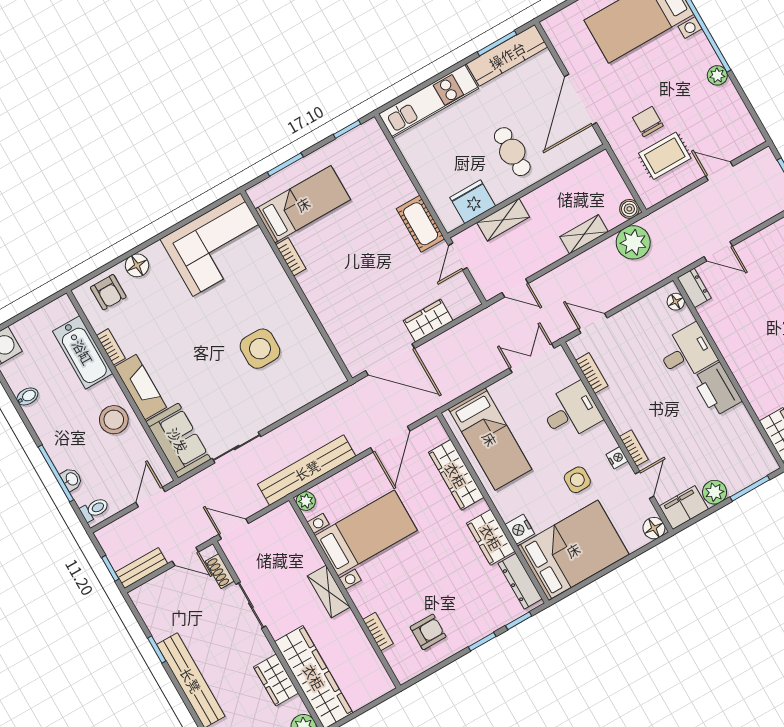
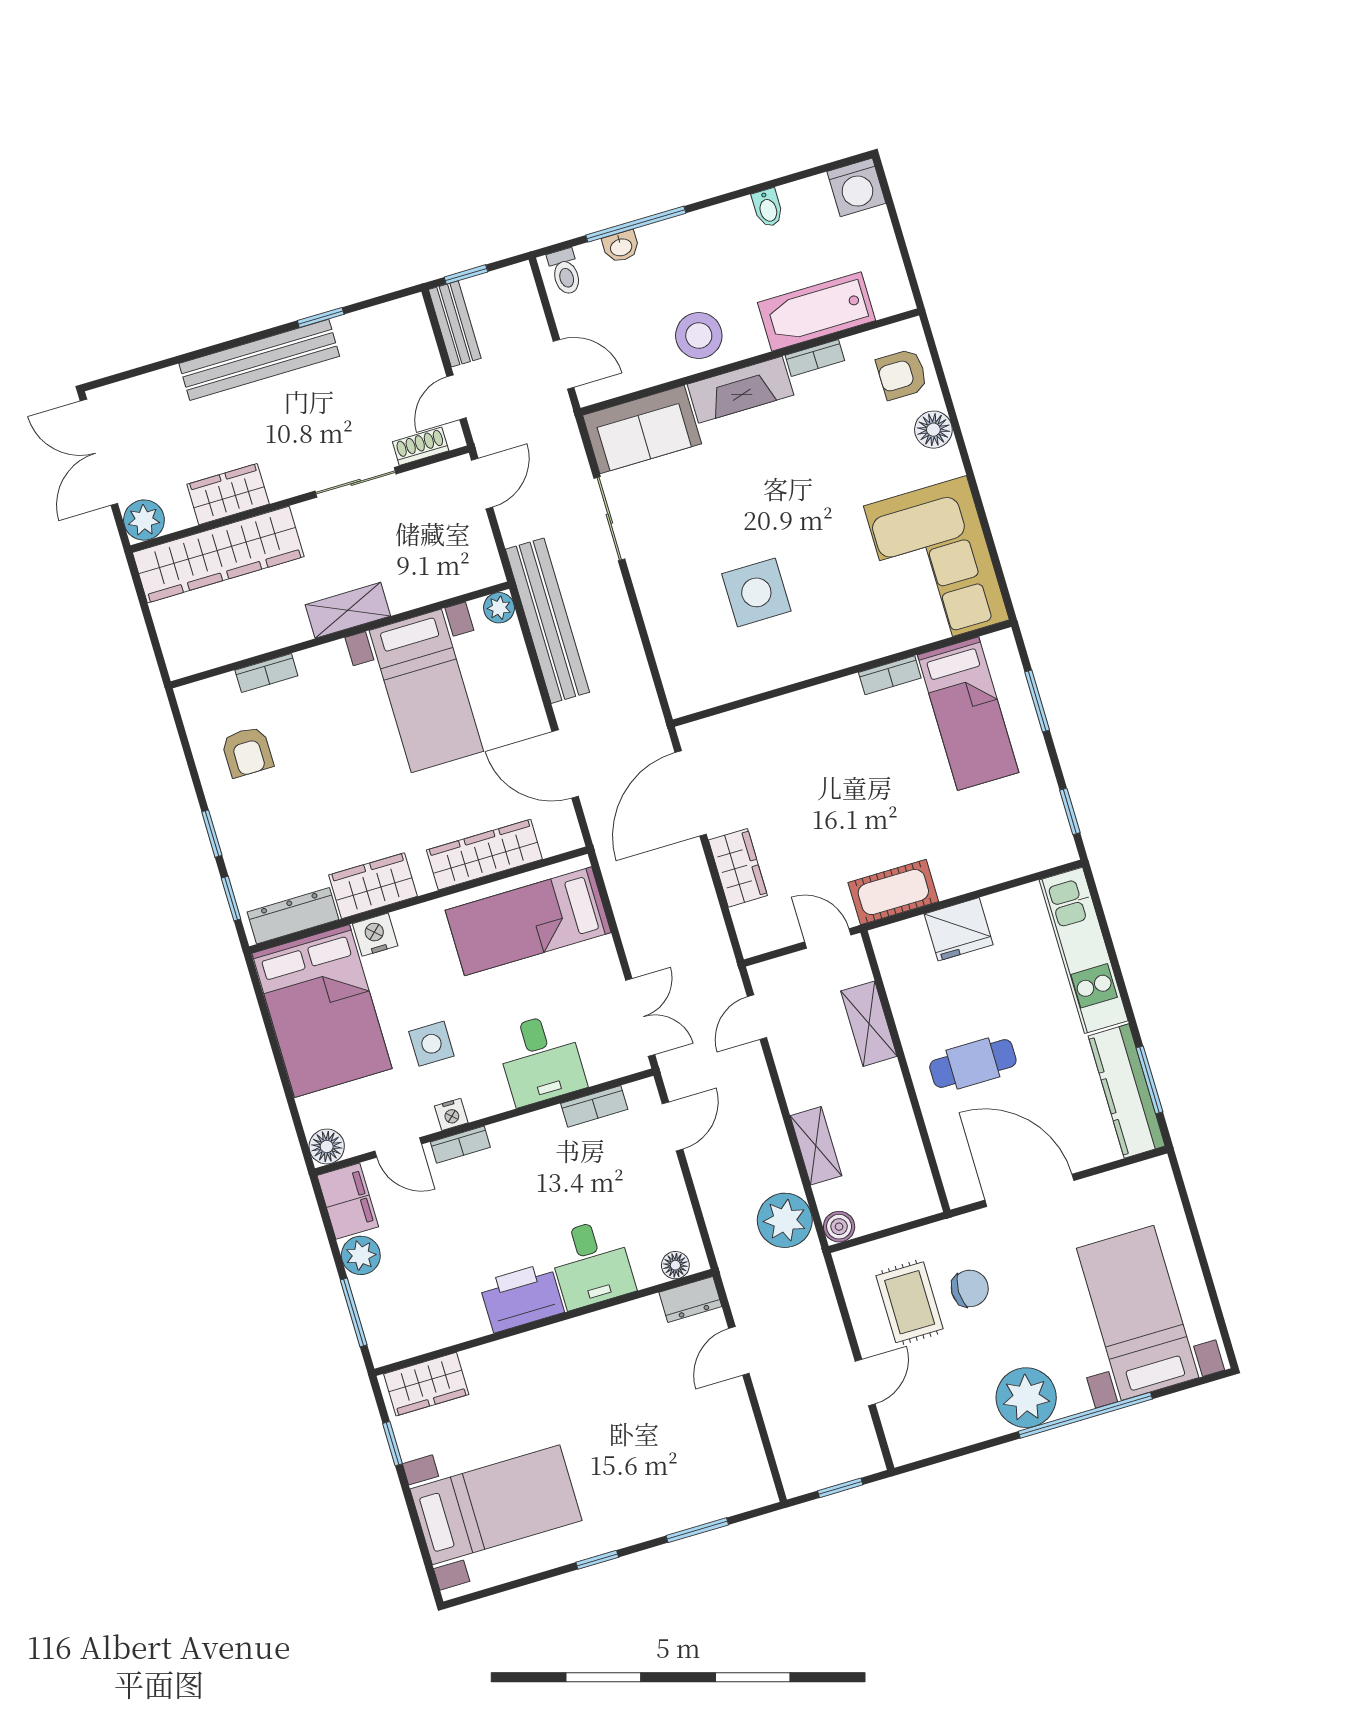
plant: (717, 75) -> (1026, 1398), width x1.88, depth x1.88
fridge: (473, 202) -> (959, 929), moved, turned 90

